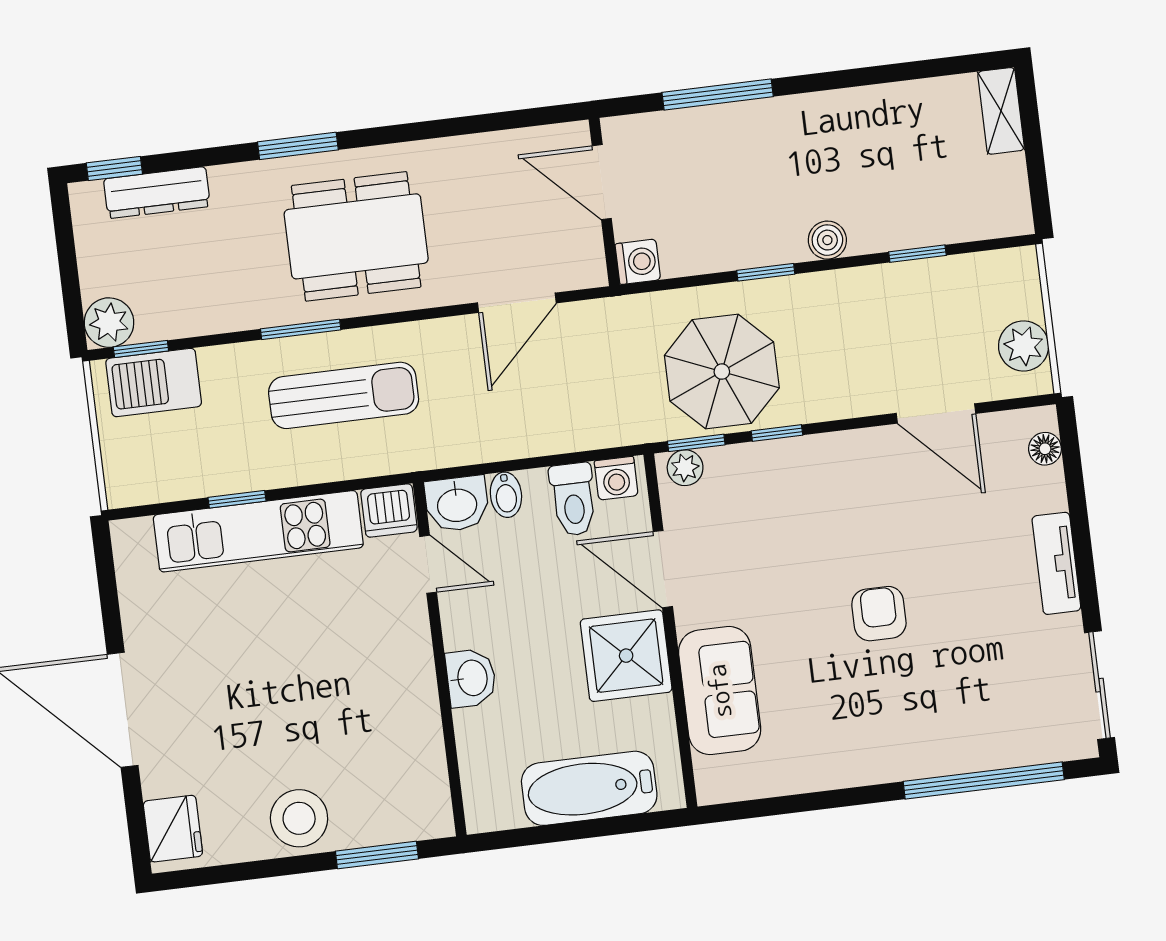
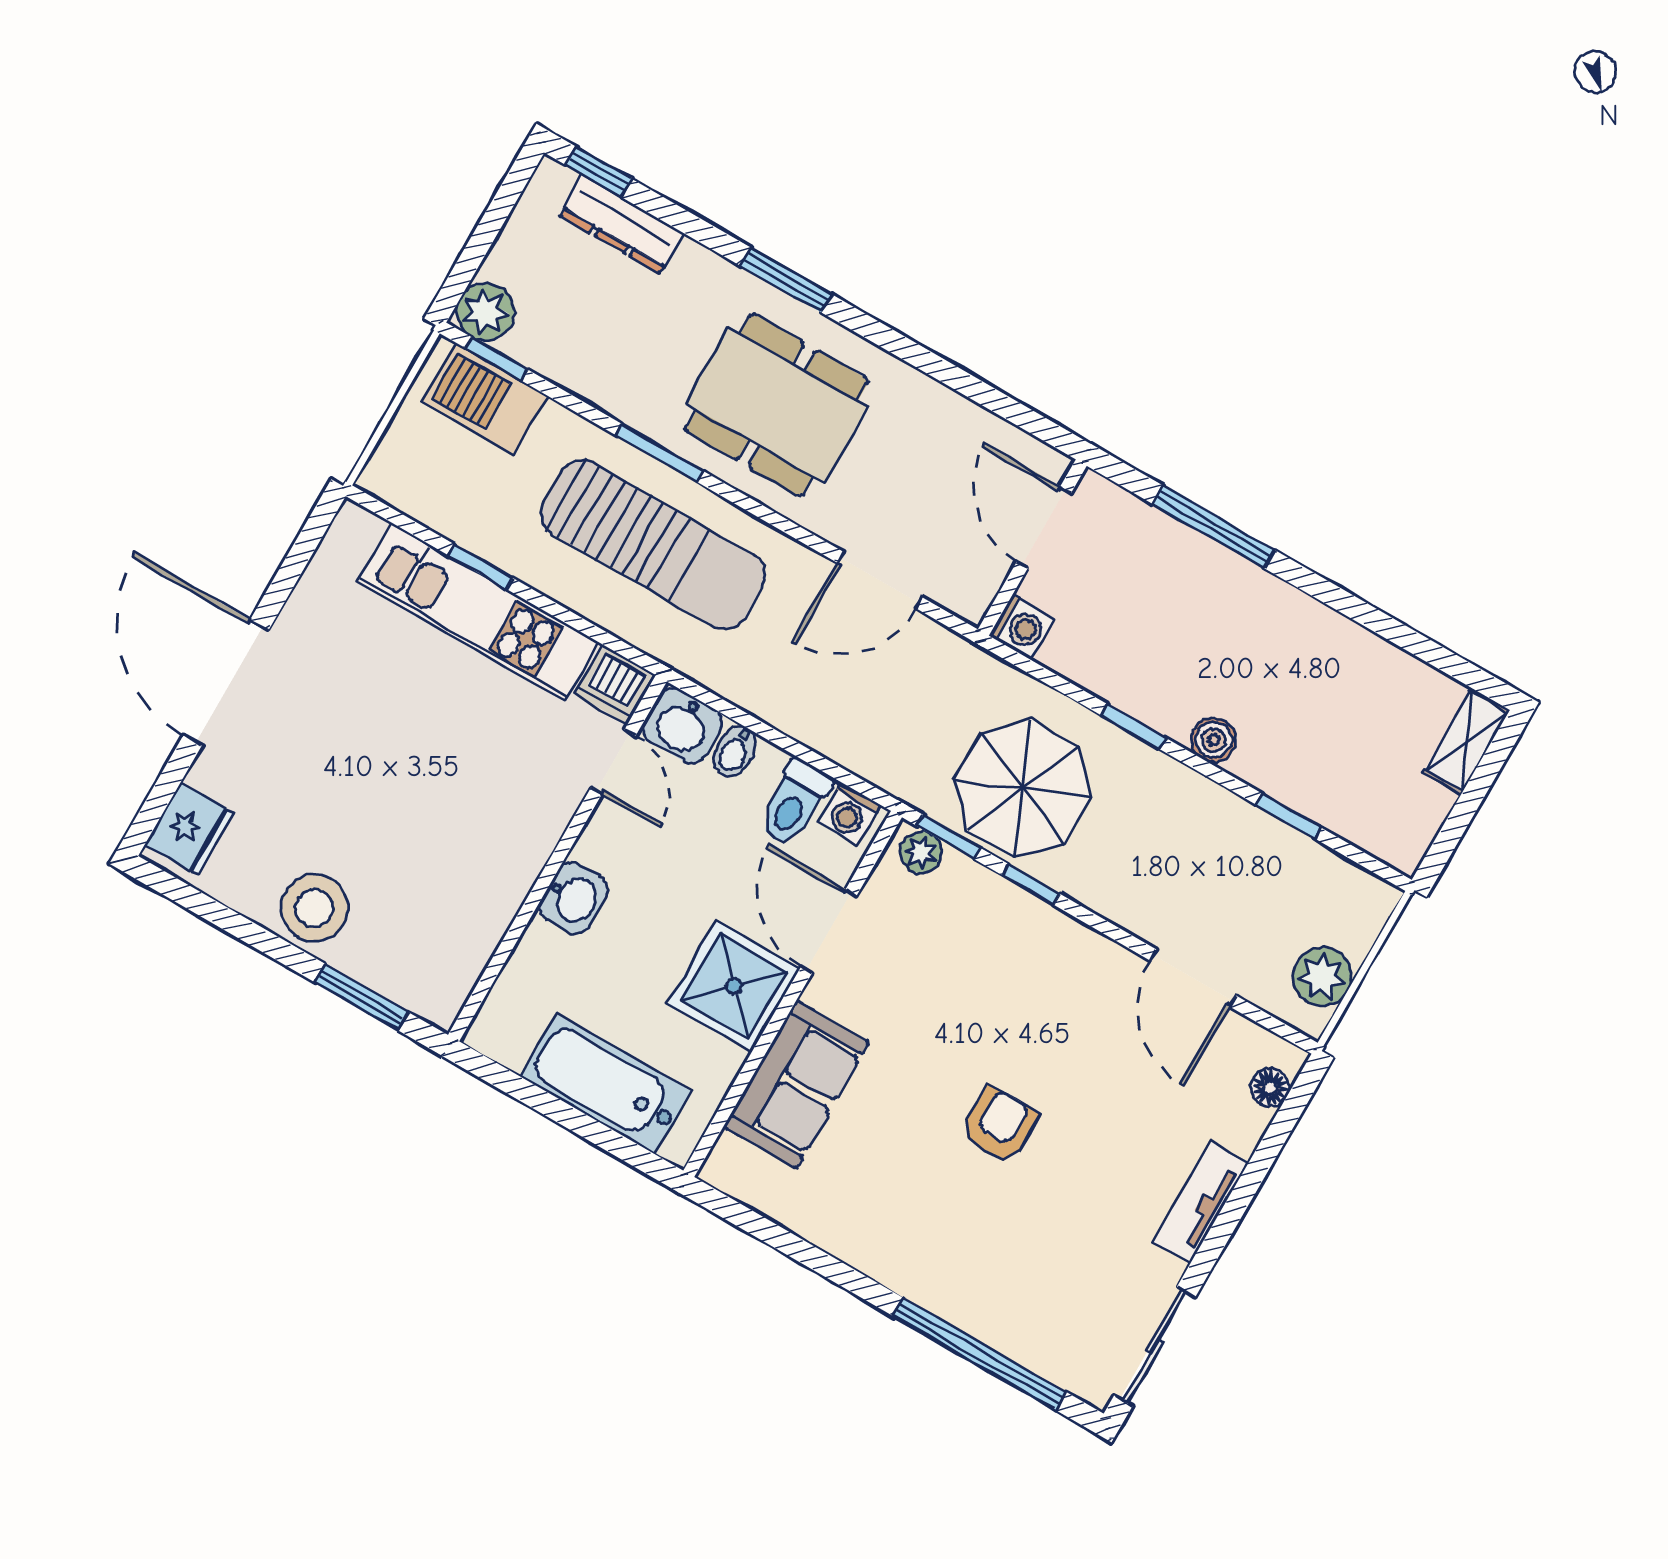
sun lounger: (344, 395) -> (653, 545), width x1.36, depth x1.34

